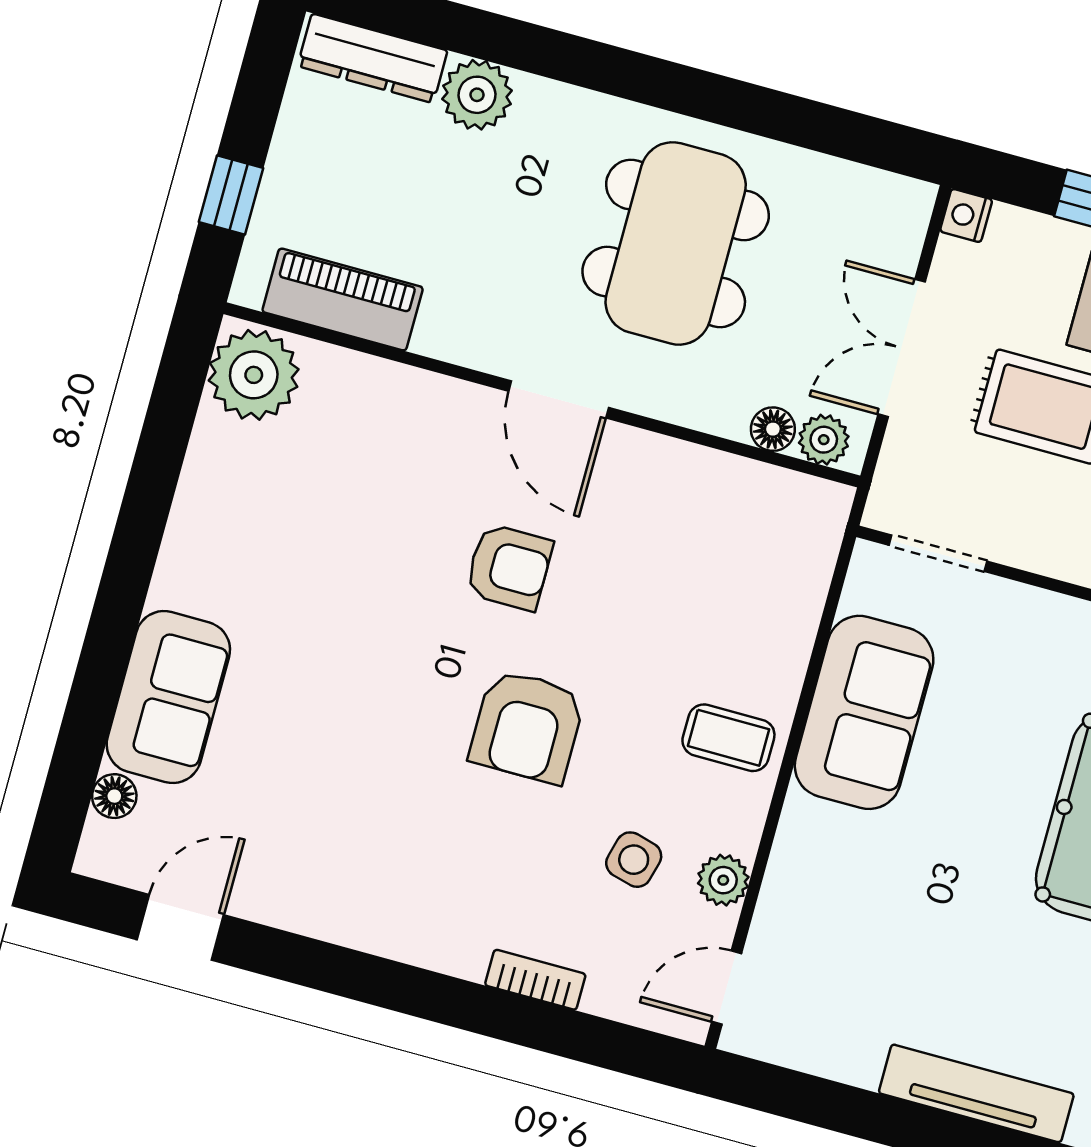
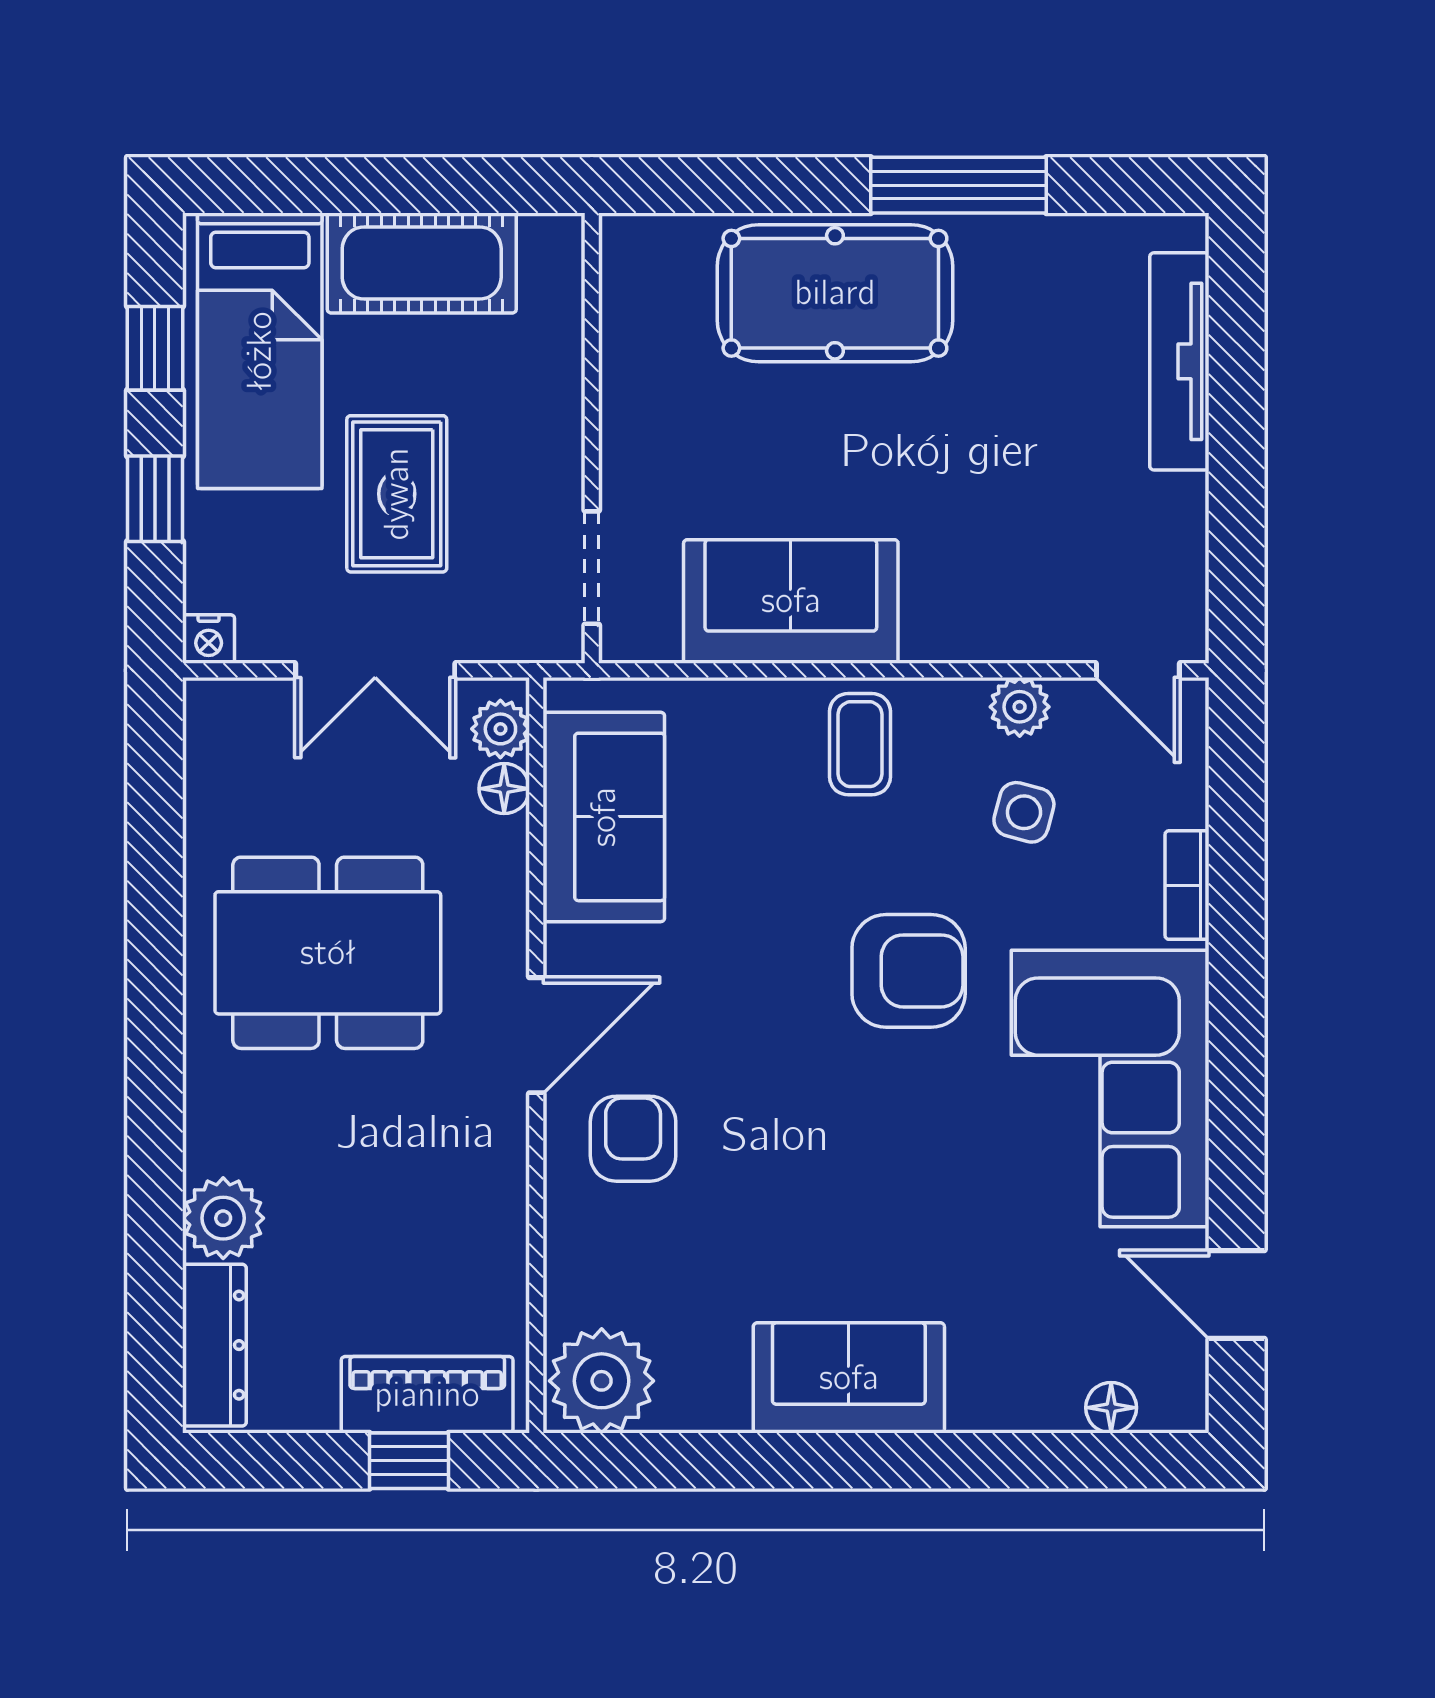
piano: (343, 299) -> (427, 1395), moved, turned 90
sofa: (726, 506) -> (604, 817), added
armchair: (509, 567) -> (633, 1139), moved
sofa: (168, 697) -> (849, 1378), moved
corner sofa: (382, 868) -> (1110, 1089), added

